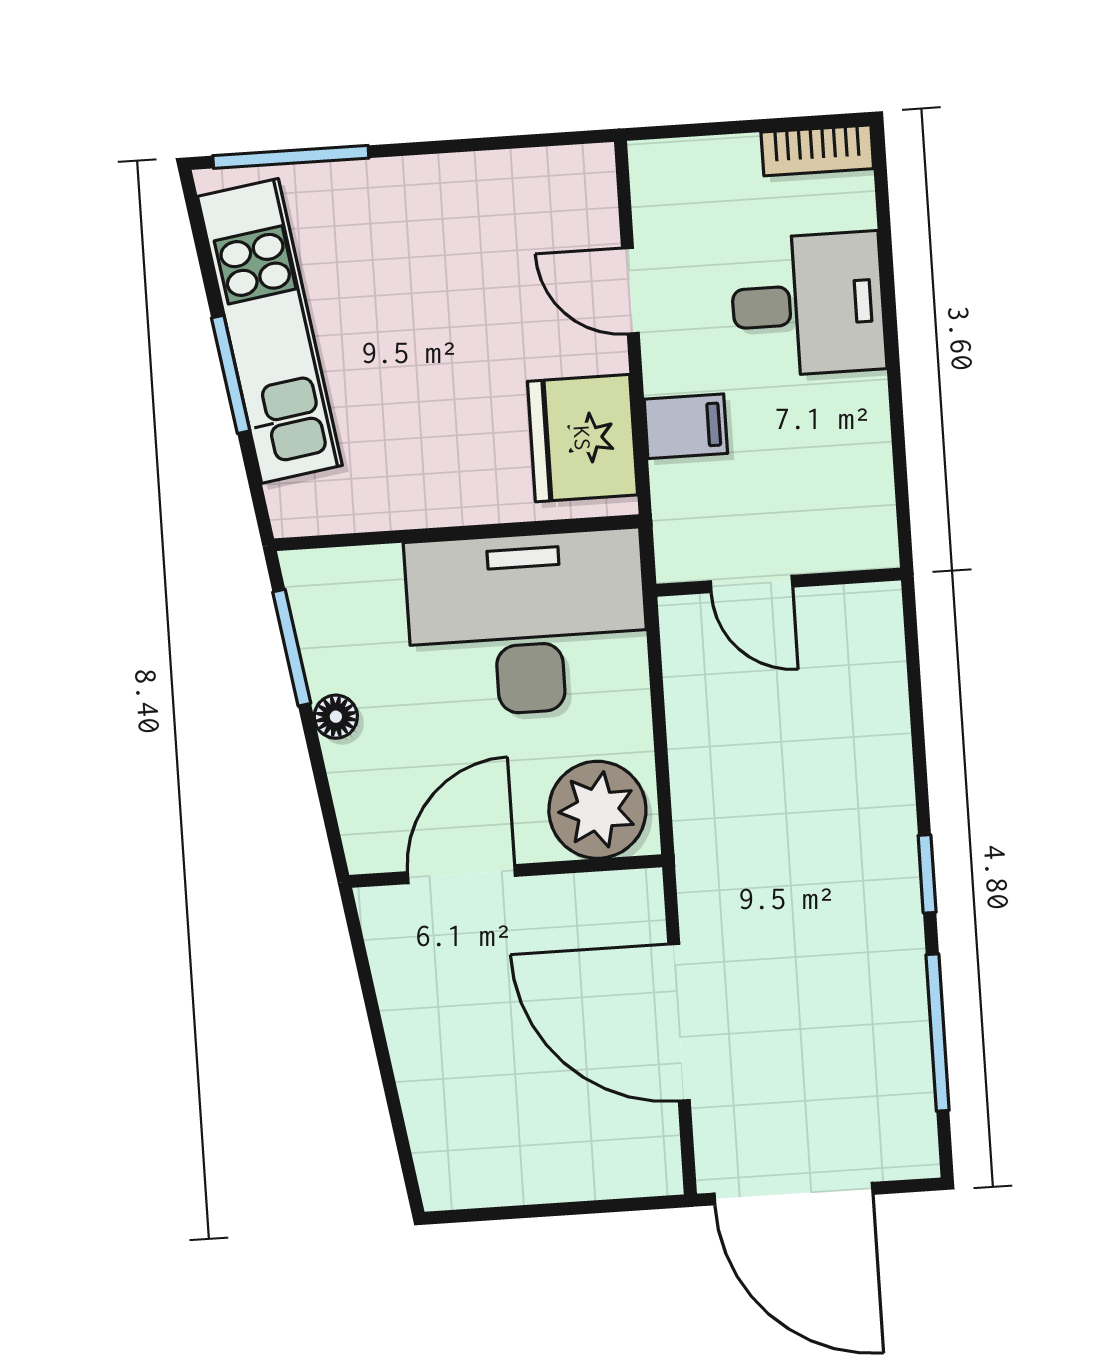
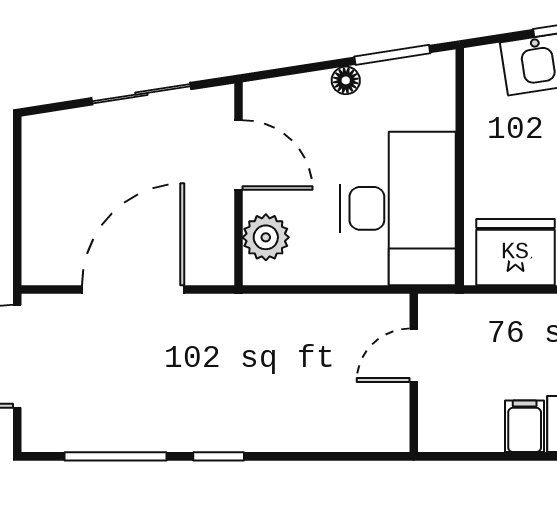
filing cabinet: (686, 426) -> (525, 426), moved, turned 180
plant: (597, 810) -> (266, 237), width x0.73, depth x0.73
sliding door: (377, 1030) -> (141, 94), added

